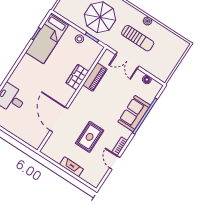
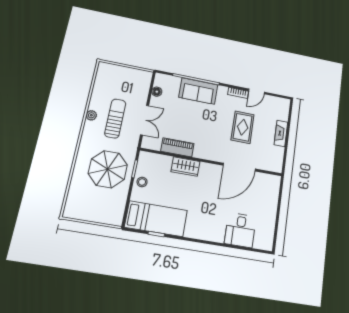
rug: (90, 137) -> (243, 127), turned 90

